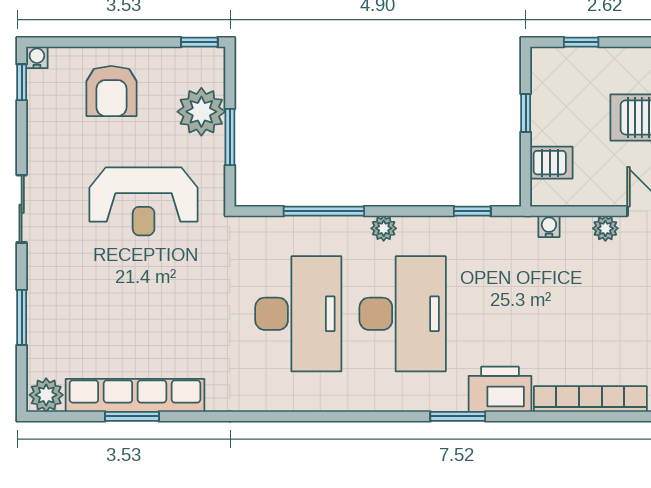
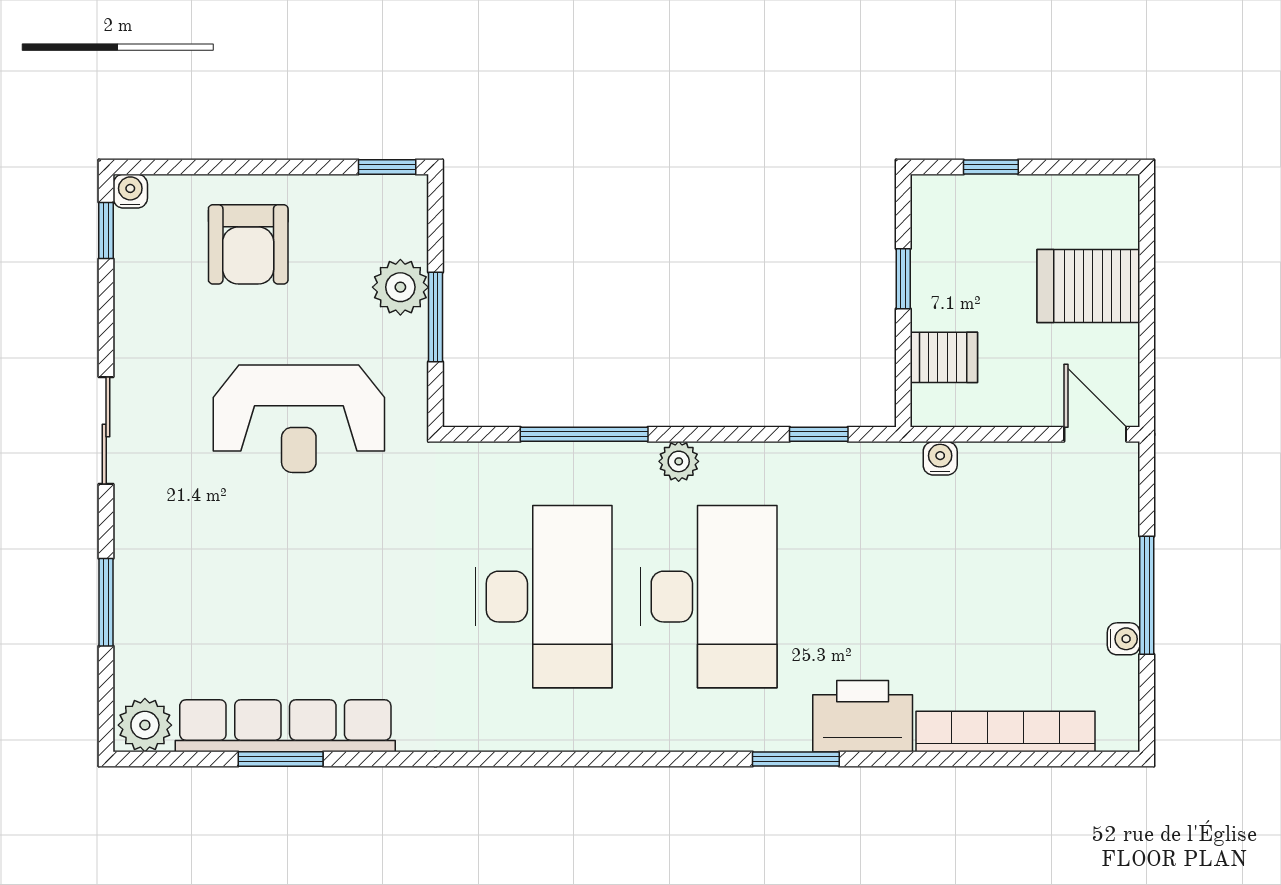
plant: (201, 112) -> (400, 287), width x0.73, depth x0.73
plant: (605, 228) -> (1029, 462), removed

